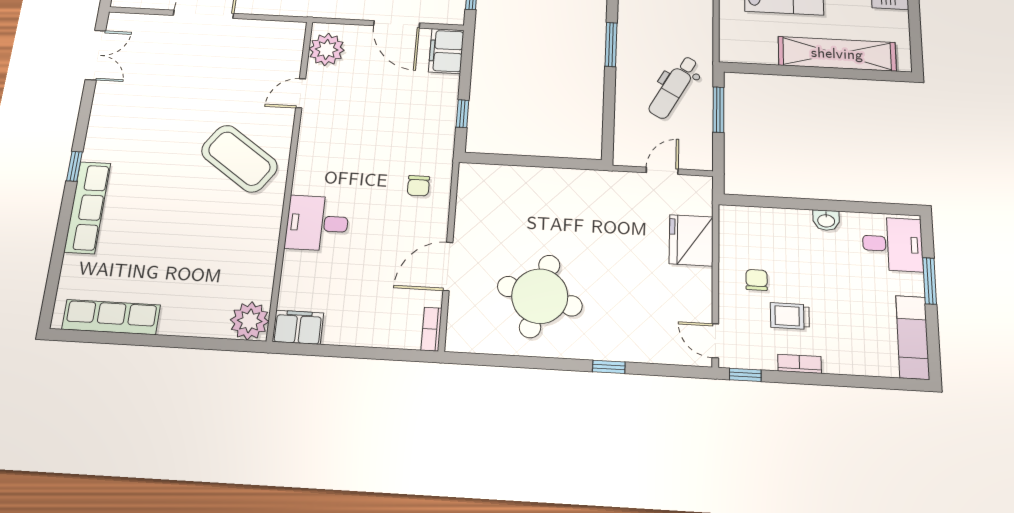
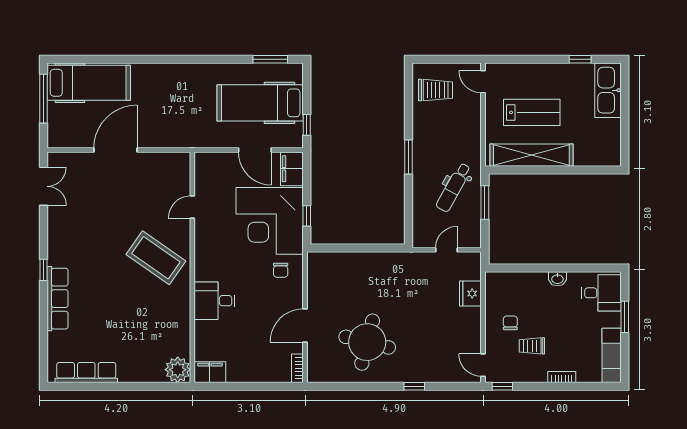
plant: (327, 49) -> (207, 173), removed
shelving: (837, 54) -> (531, 155), moved
corner desk: (409, 117) -> (270, 221), added
fridge: (691, 240) -> (470, 294), width x0.73, depth x0.75
bookcase: (800, 364) -> (562, 377), moved

